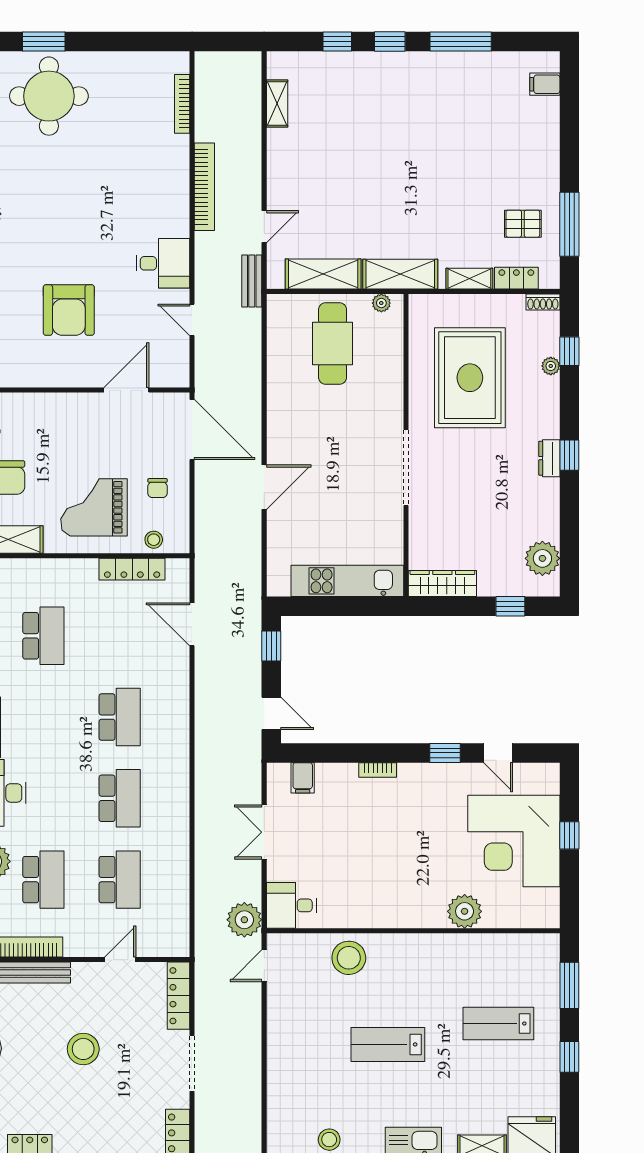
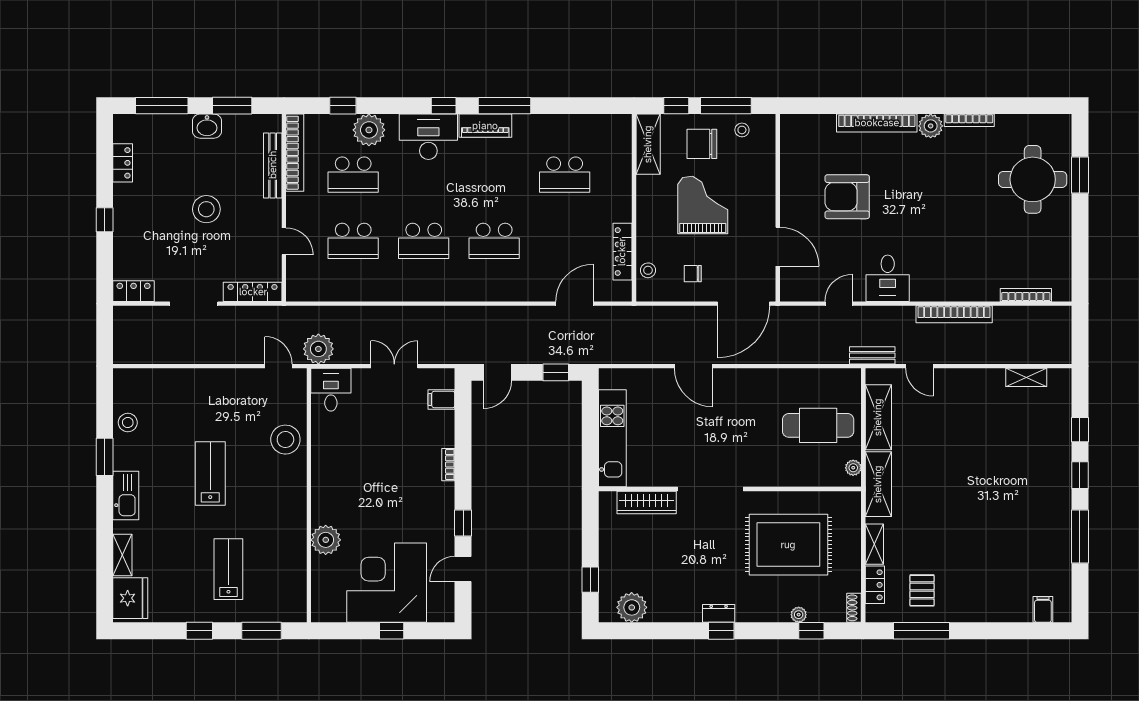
grand piano: (94, 507) -> (703, 205), moved
wardrobe: (442, 584) -> (647, 503), moved, turned 90

